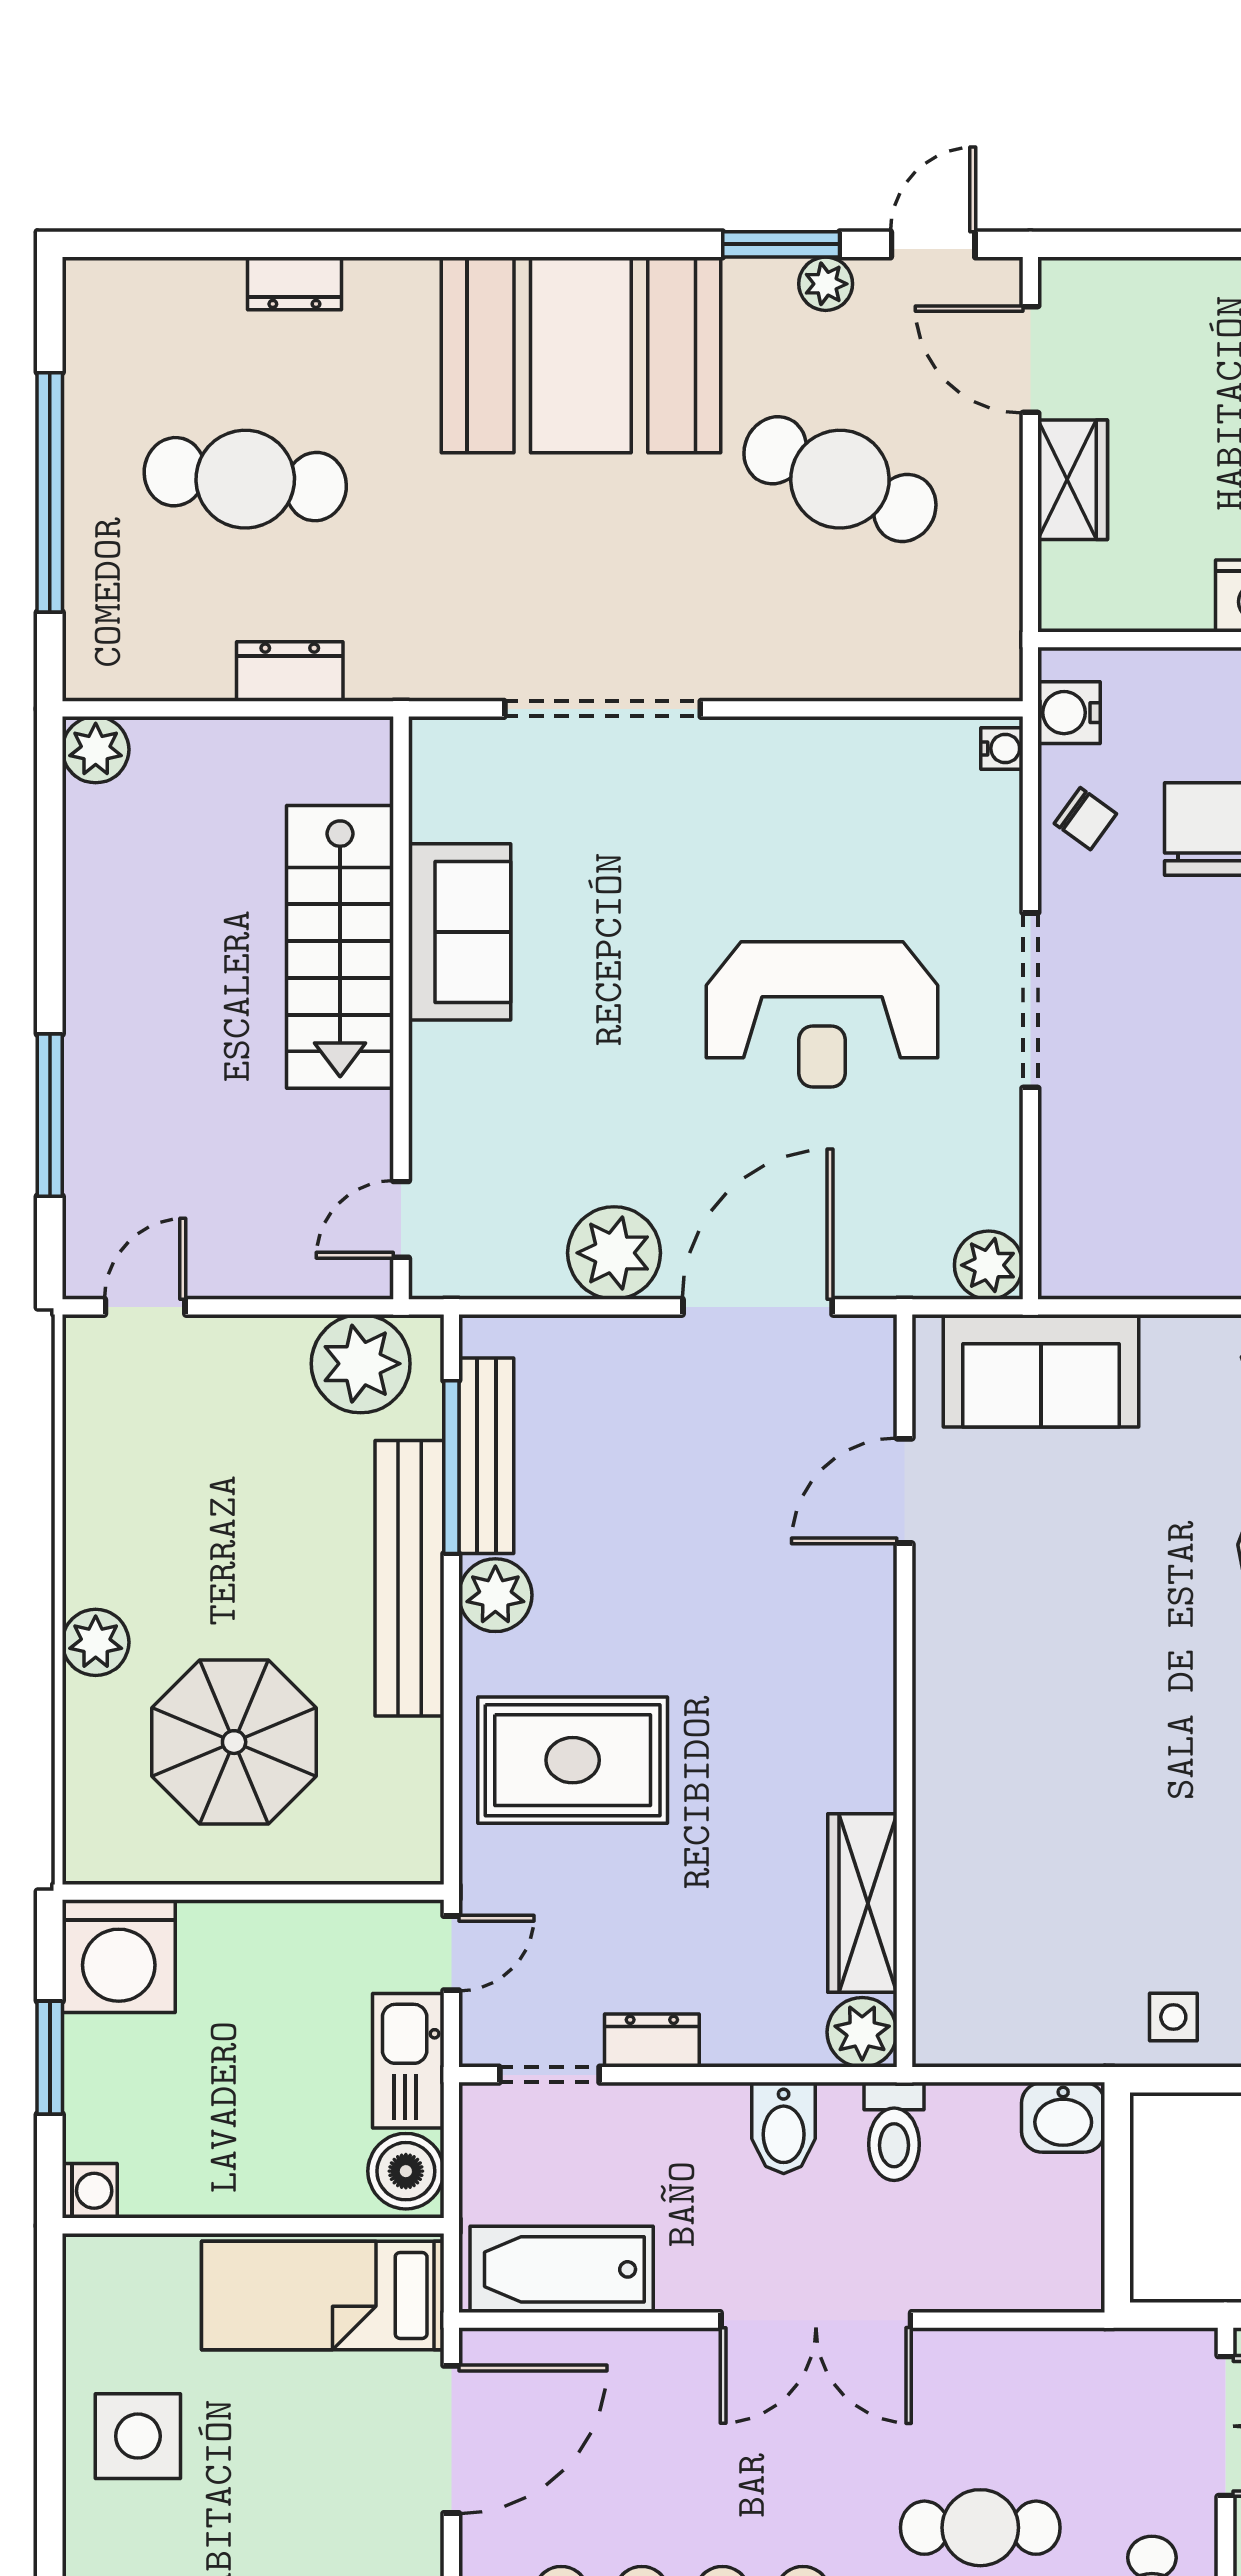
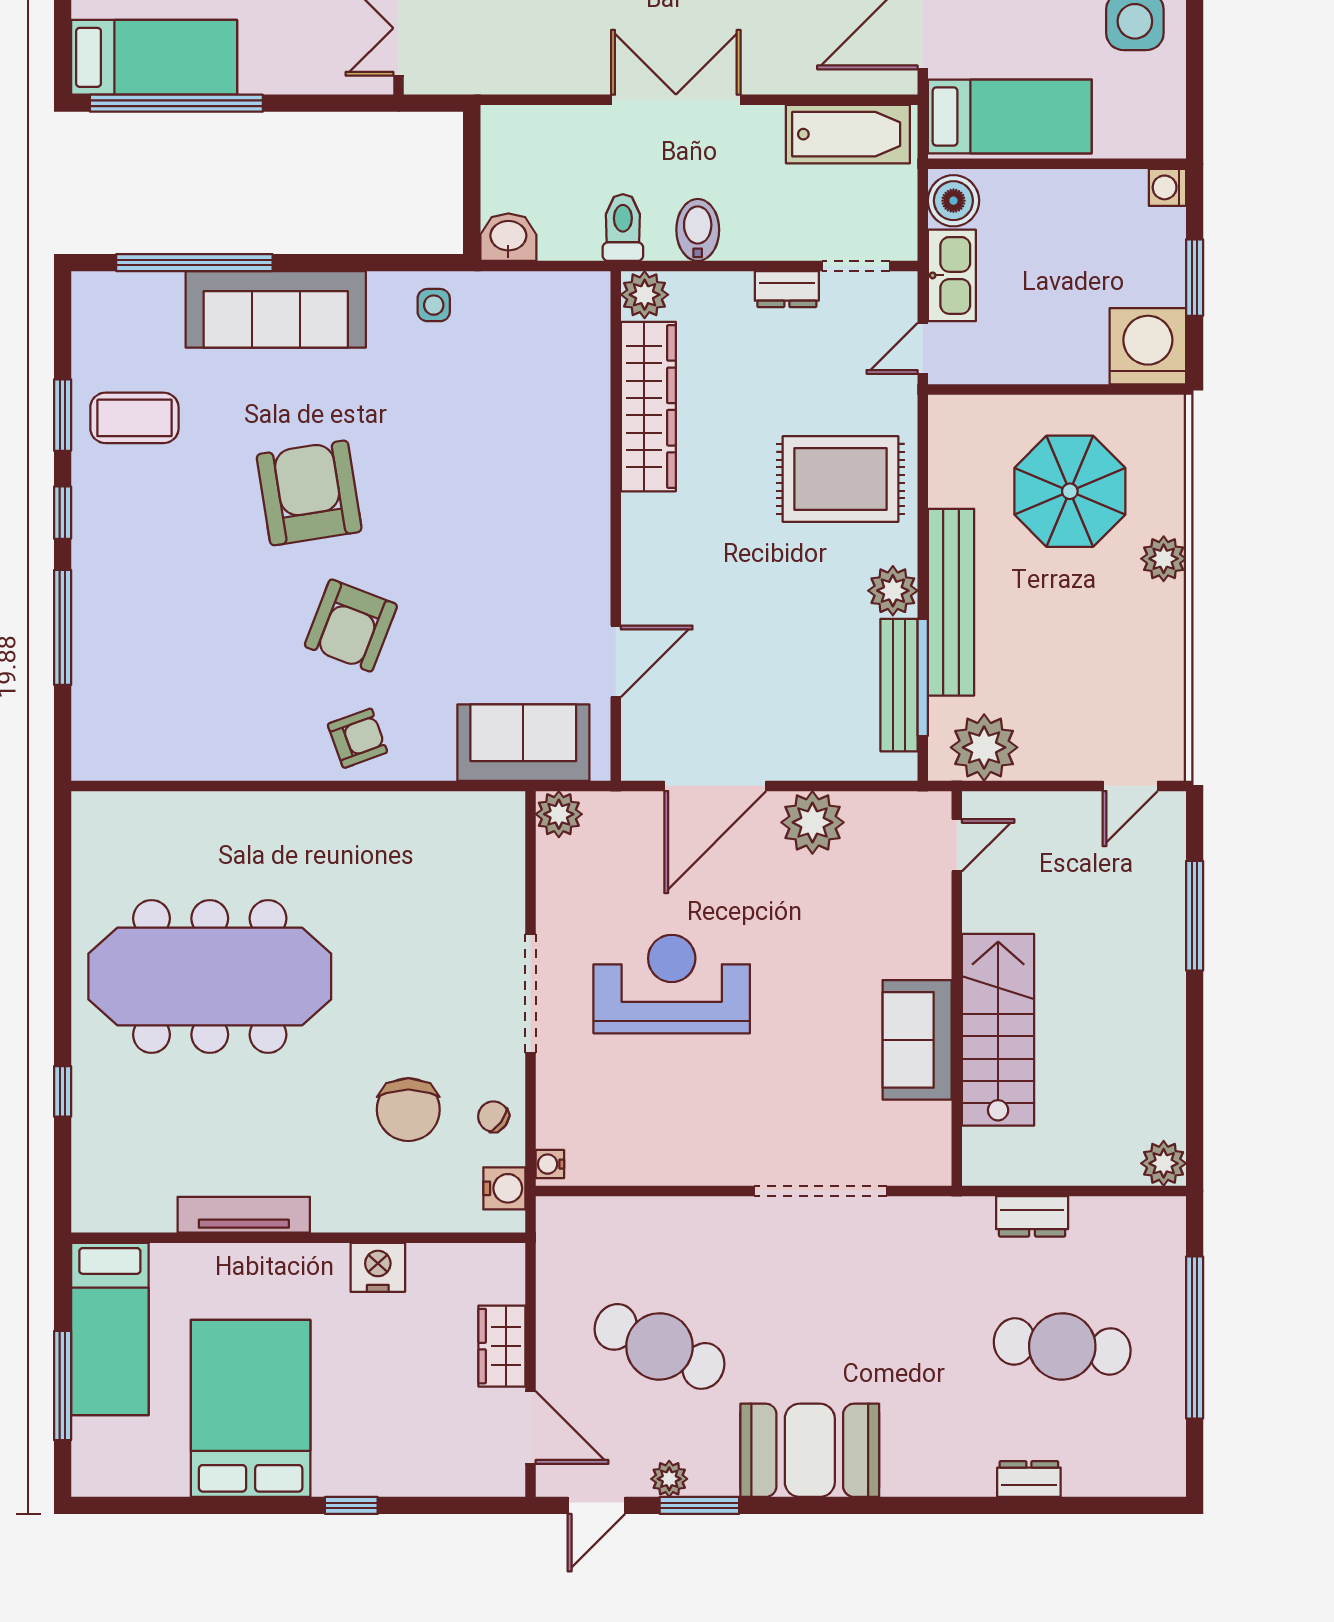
booth: (581, 355) -> (810, 1450), width x0.73, depth x0.70
wardrobe: (862, 1903) -> (648, 407), width x1.40, depth x1.17

